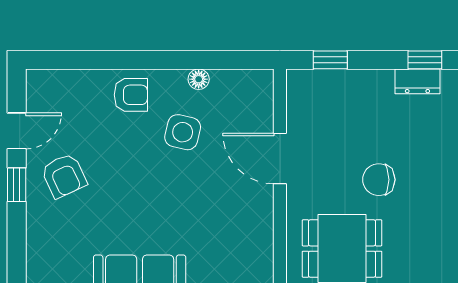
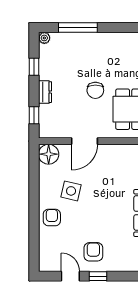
floor lamp: (199, 79) -> (49, 154), moved, width x1.89, depth x1.89
dresser: (417, 81) -> (45, 92), moved
armchair: (64, 176) -> (93, 252), turned -65

